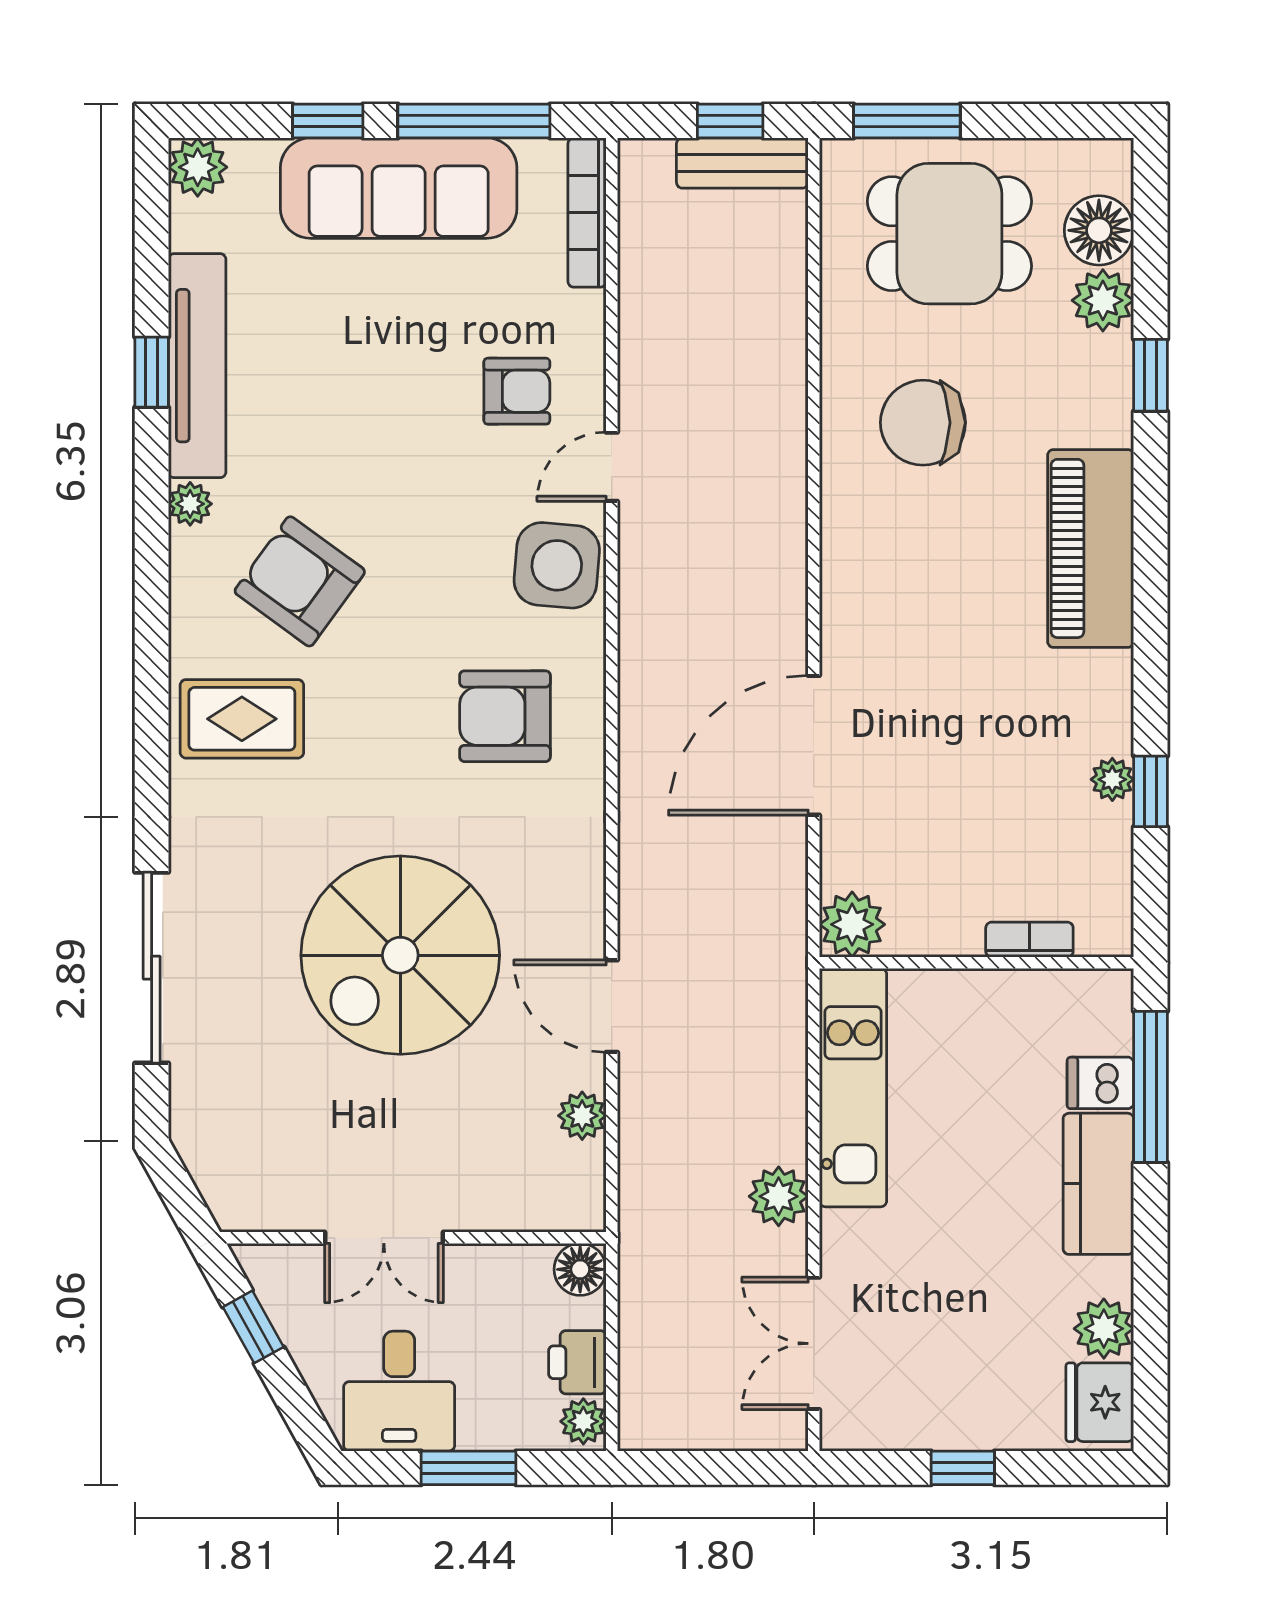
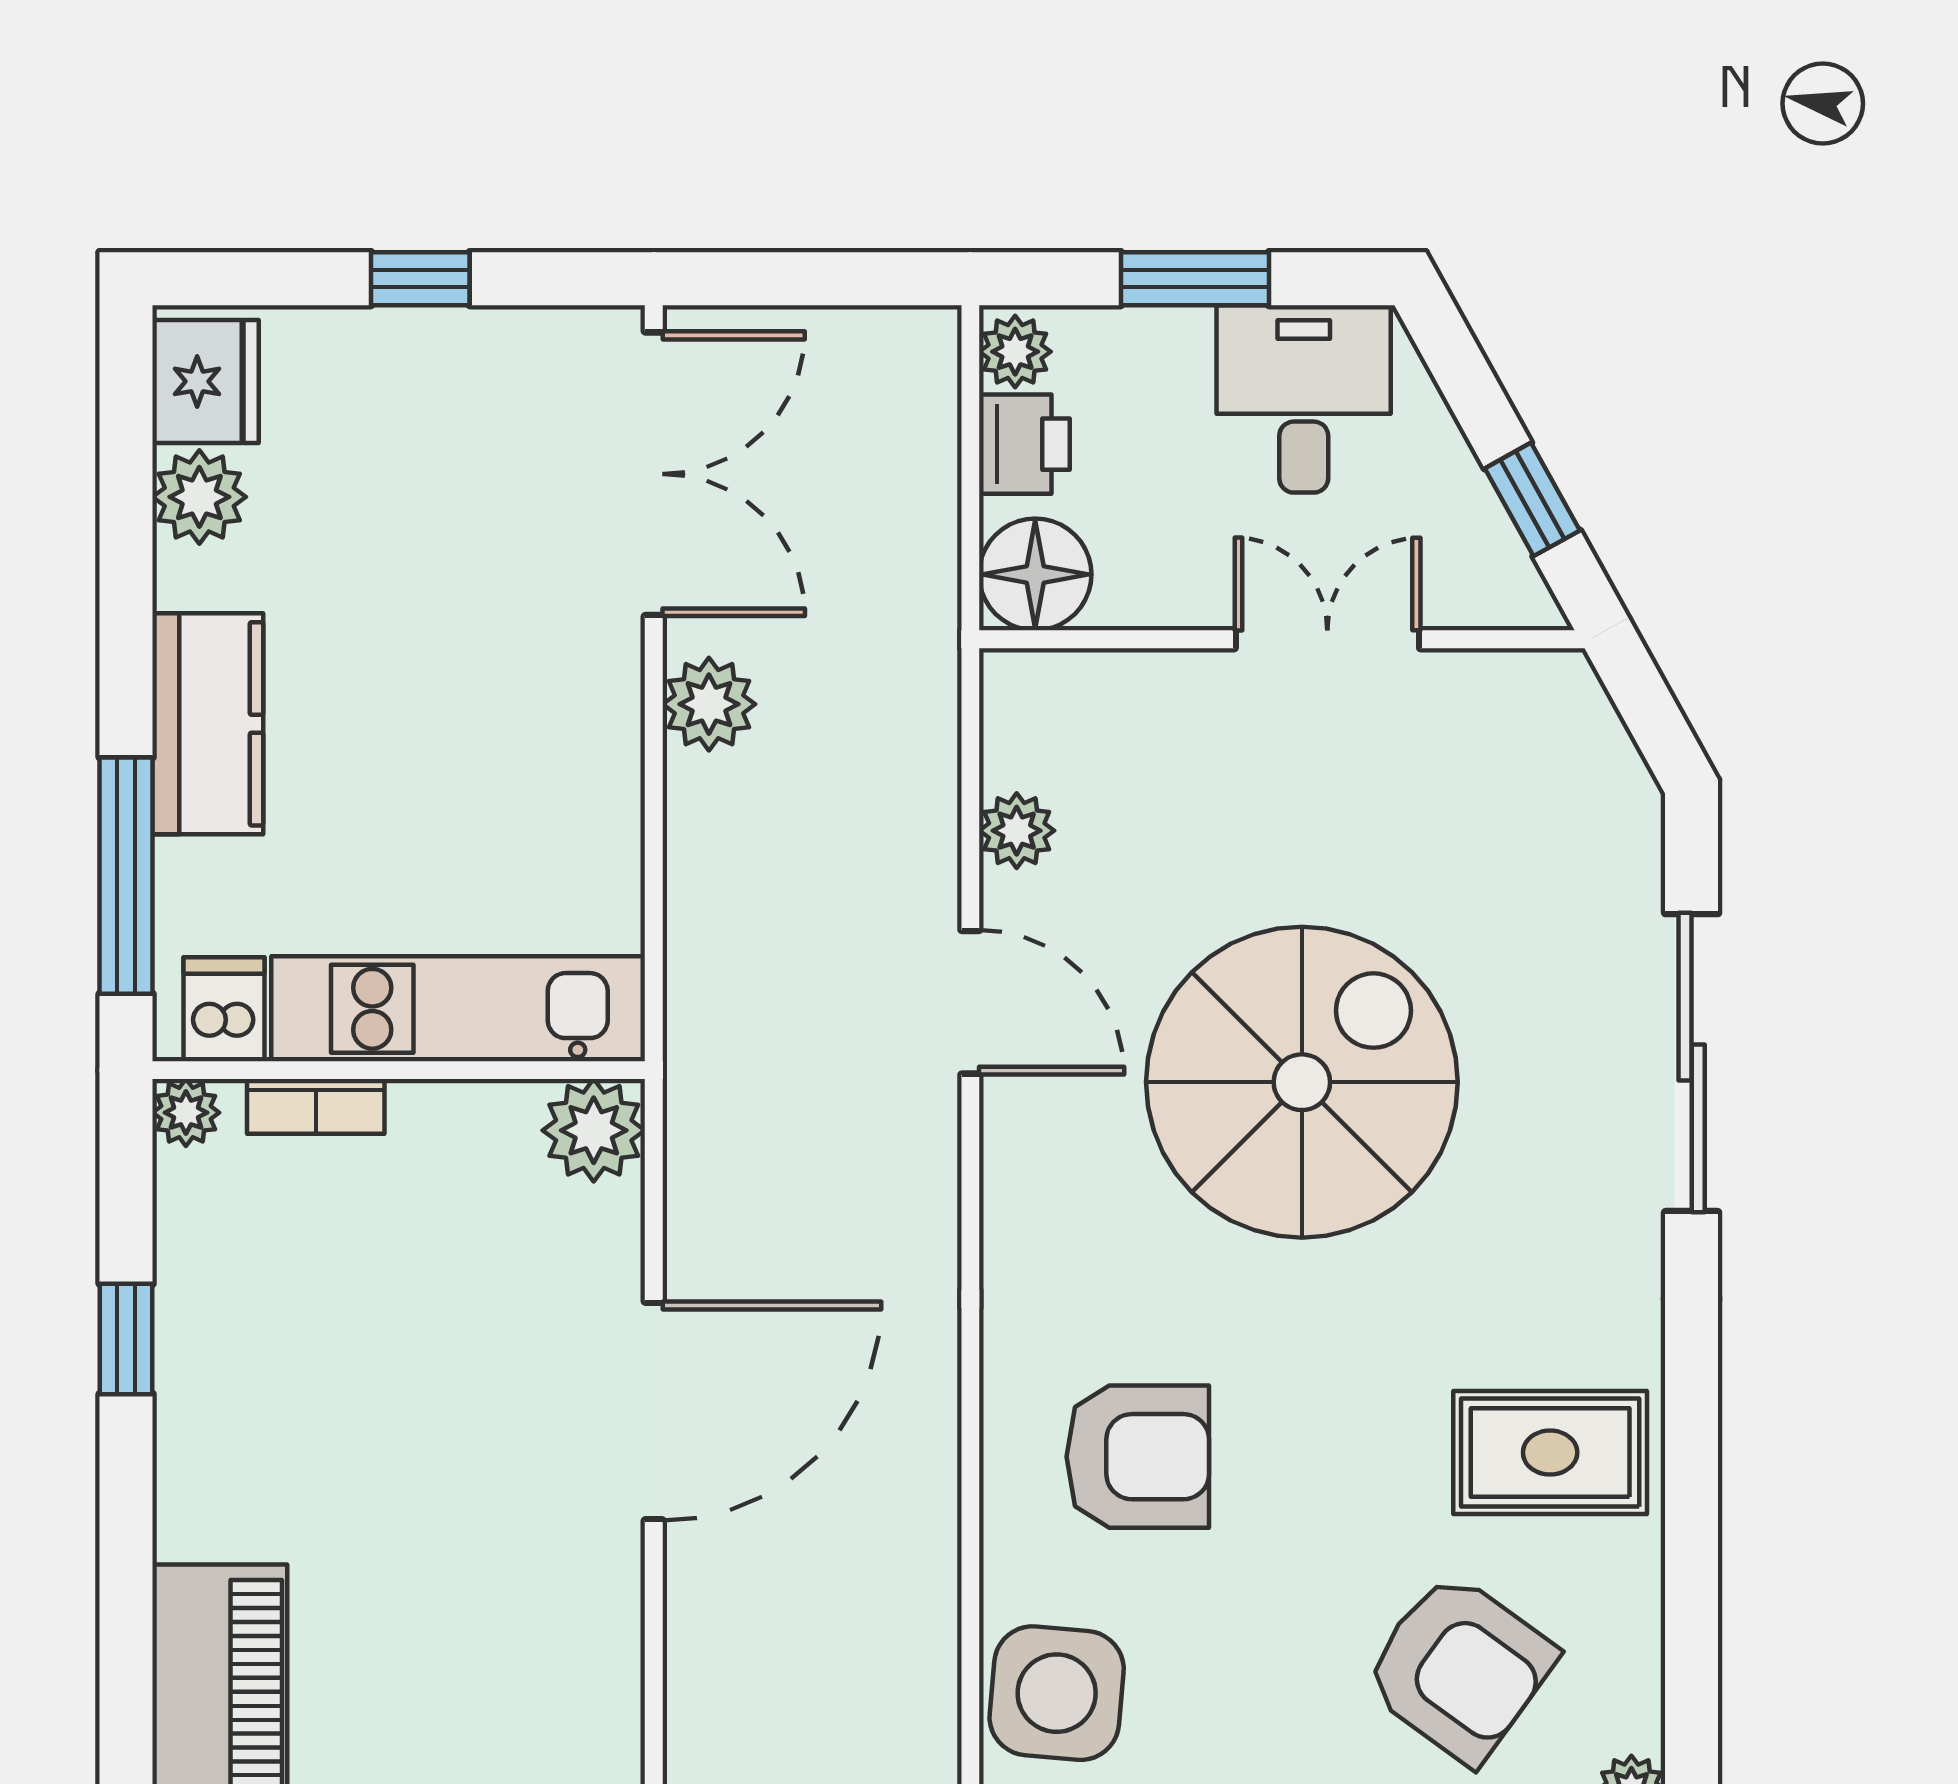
plant: (1112, 779) -> (186, 1113), moved
dishwasher: (1100, 1083) -> (224, 1009), moved, turned -90
kitchen unit: (853, 1088) -> (458, 1009), moved, turned 90
floor lamp: (580, 1269) -> (1035, 574), width x1.38, depth x1.38
double door: (814, 1343) -> (654, 474), width x1.37

